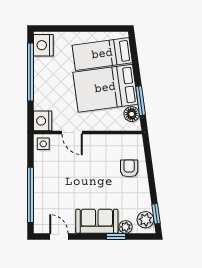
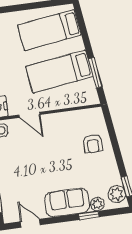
bed: (105, 88) -> (59, 72), width x0.67
floor lamp: (132, 114) -> (88, 88), removed
armchair: (129, 168) -> (93, 144), turned 180

